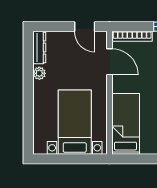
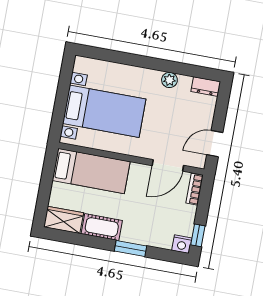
bookcase: (132, 36) -> (195, 189), width x0.64
dresser: (39, 48) -> (206, 87), width x0.70

